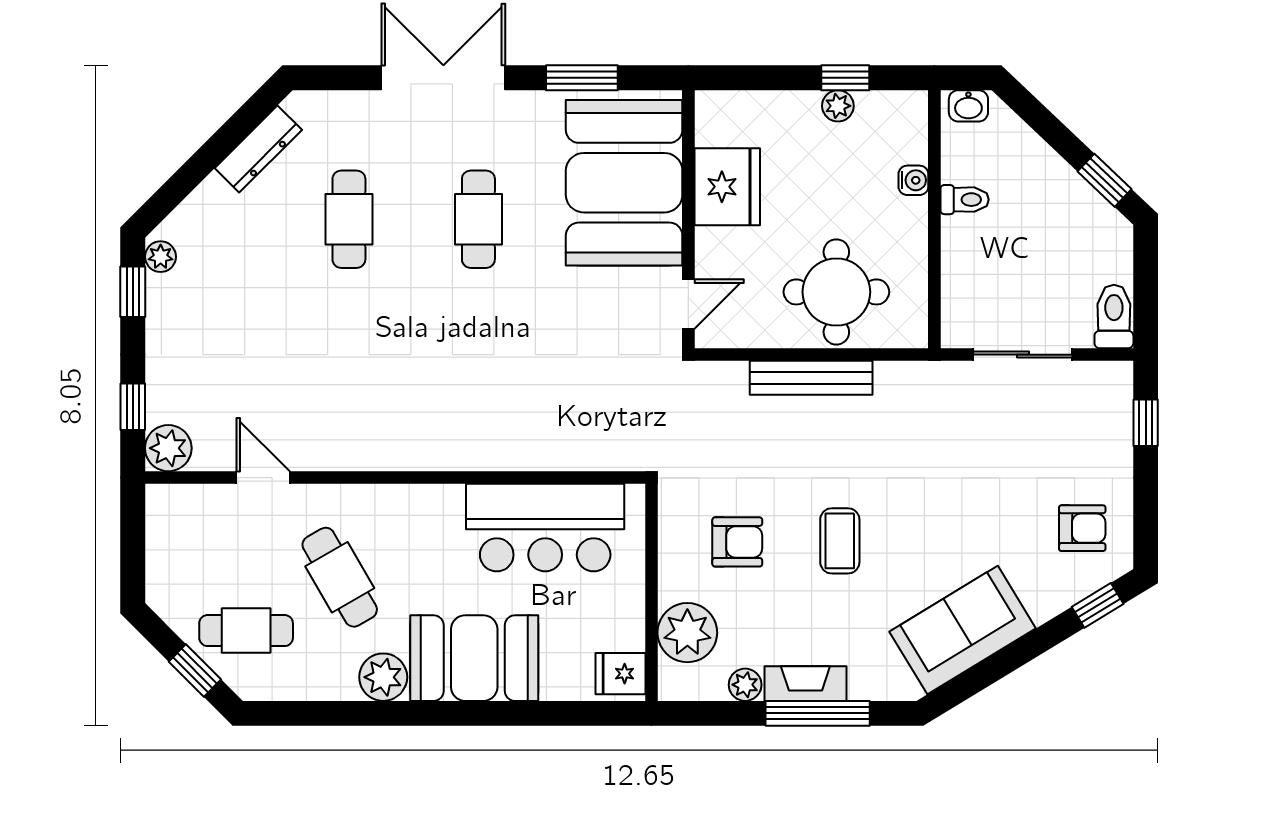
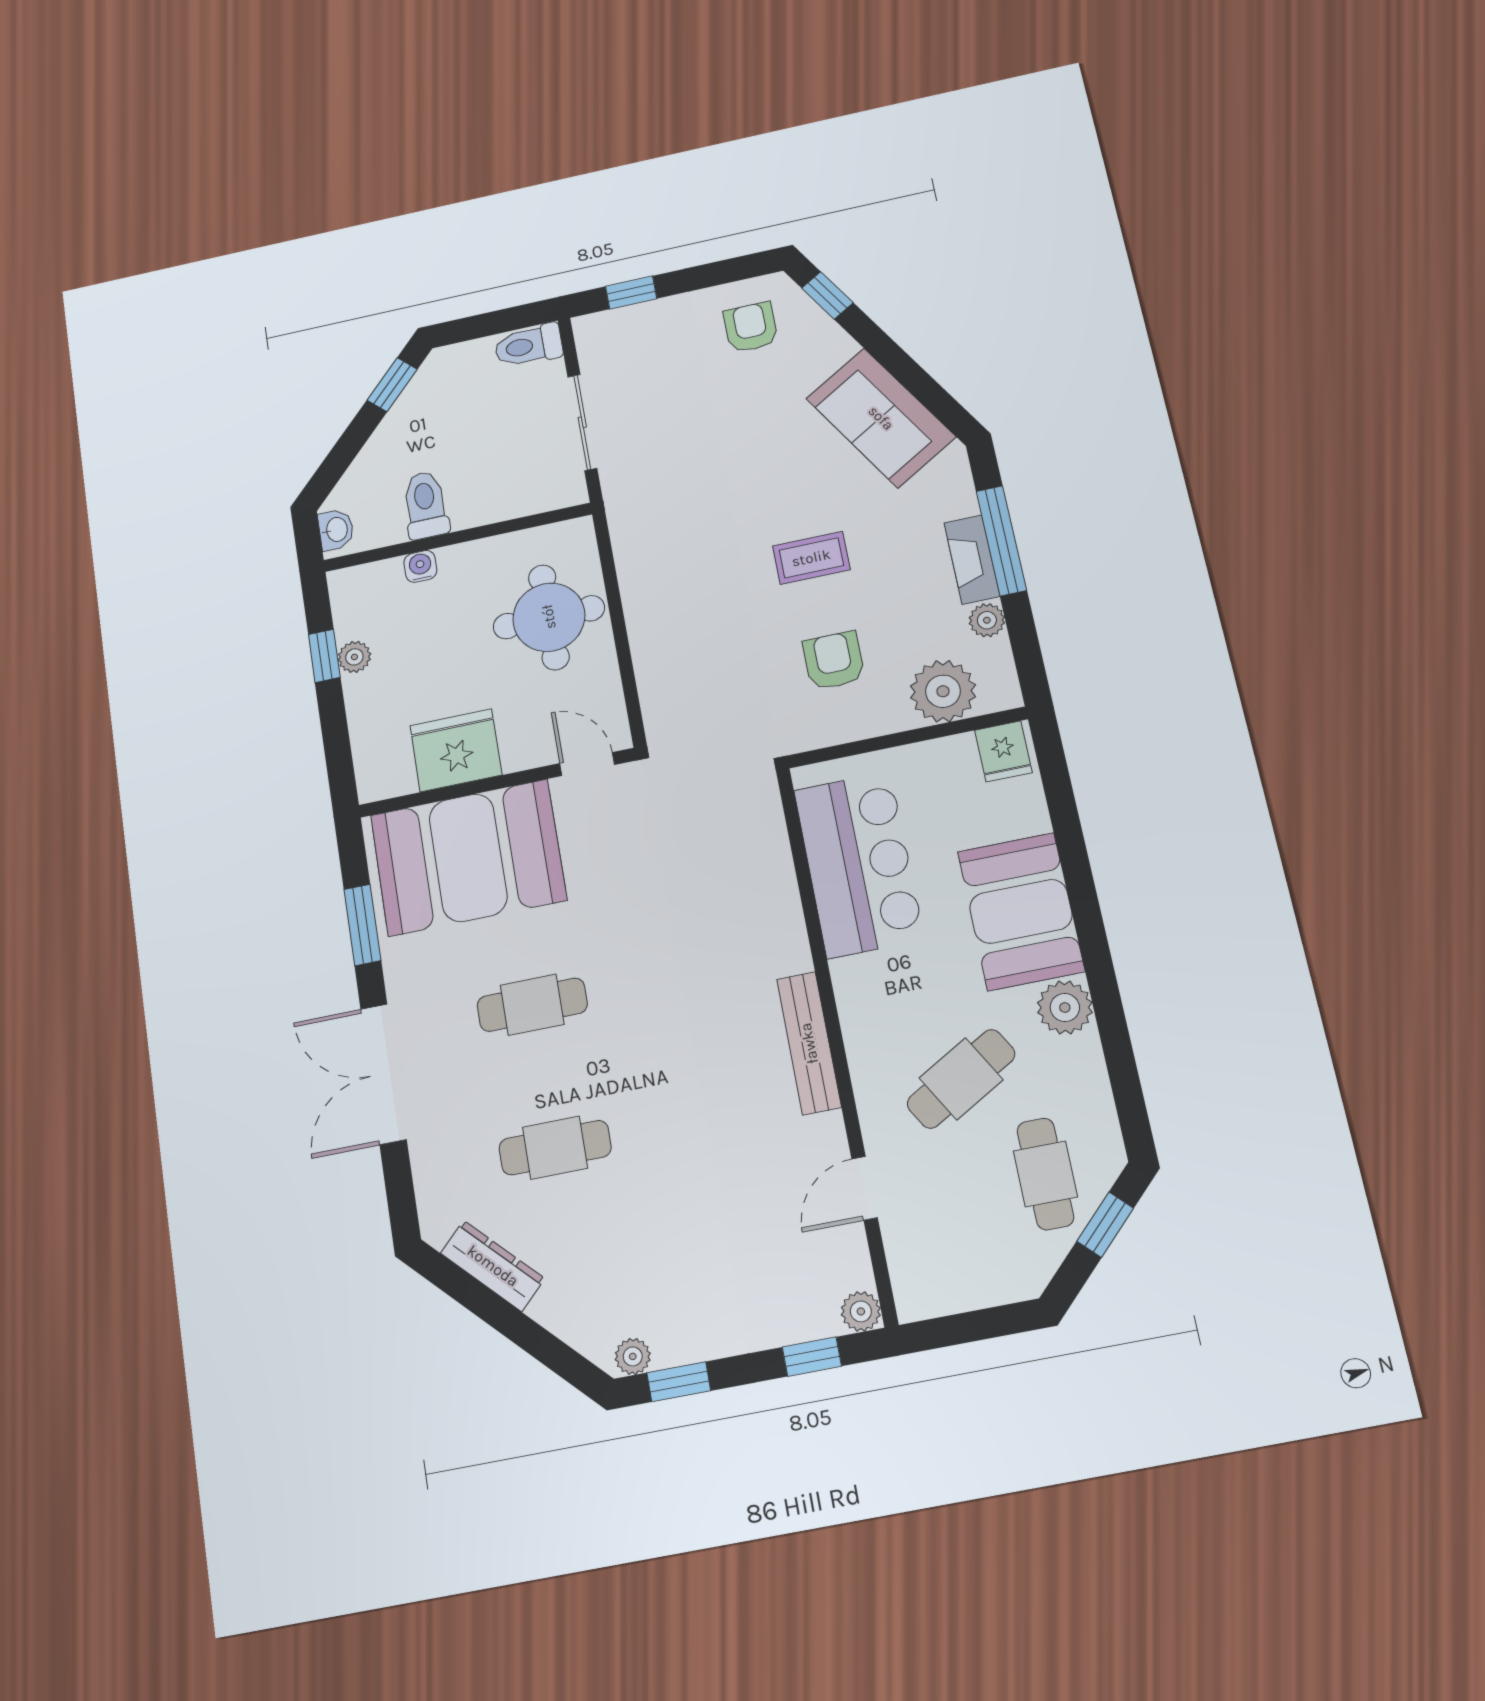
toilet: (965, 200) -> (425, 505), width x1.37, depth x1.39
bench: (811, 378) -> (809, 1043), moved
plant: (168, 448) -> (861, 1311), width x0.73, depth x0.73

